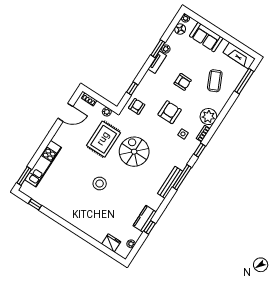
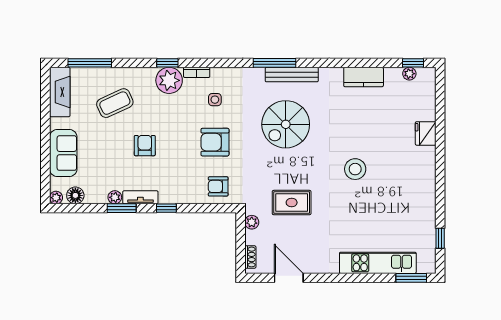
window: (132, 88) -> (166, 208), moved
armchair: (170, 112) -> (215, 142), moved
rug: (104, 139) -> (292, 203), width x0.73, depth x0.70
window: (200, 150) -> (167, 63), moved
spiral stairs: (134, 152) -> (286, 124), moved
window: (150, 227) -> (413, 63), moved
fridge: (111, 243) -> (426, 133), moved

